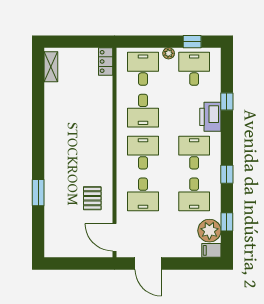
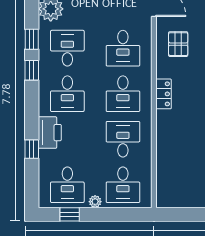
locker: (106, 61) -> (164, 94), moved
desk: (143, 194) -> (123, 48), turned 180
window: (227, 222) -> (32, 39), moved

